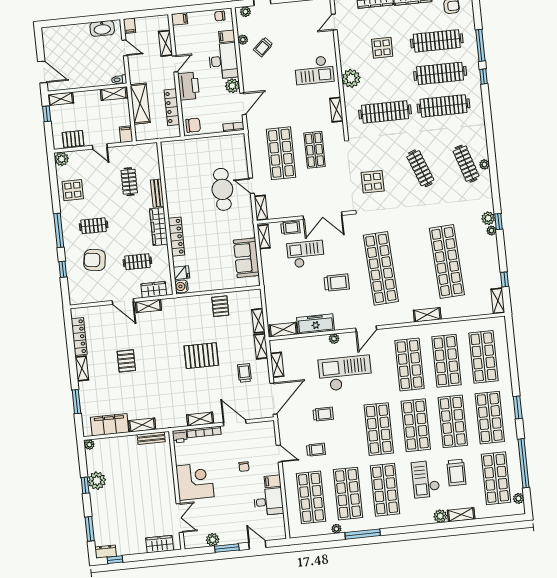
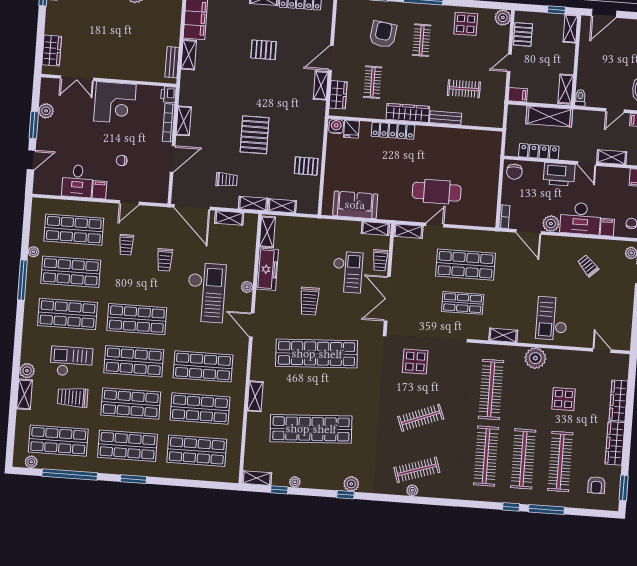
plant: (243, 40) -> (600, 244), removed
plant: (491, 230) -> (295, 482), moved

